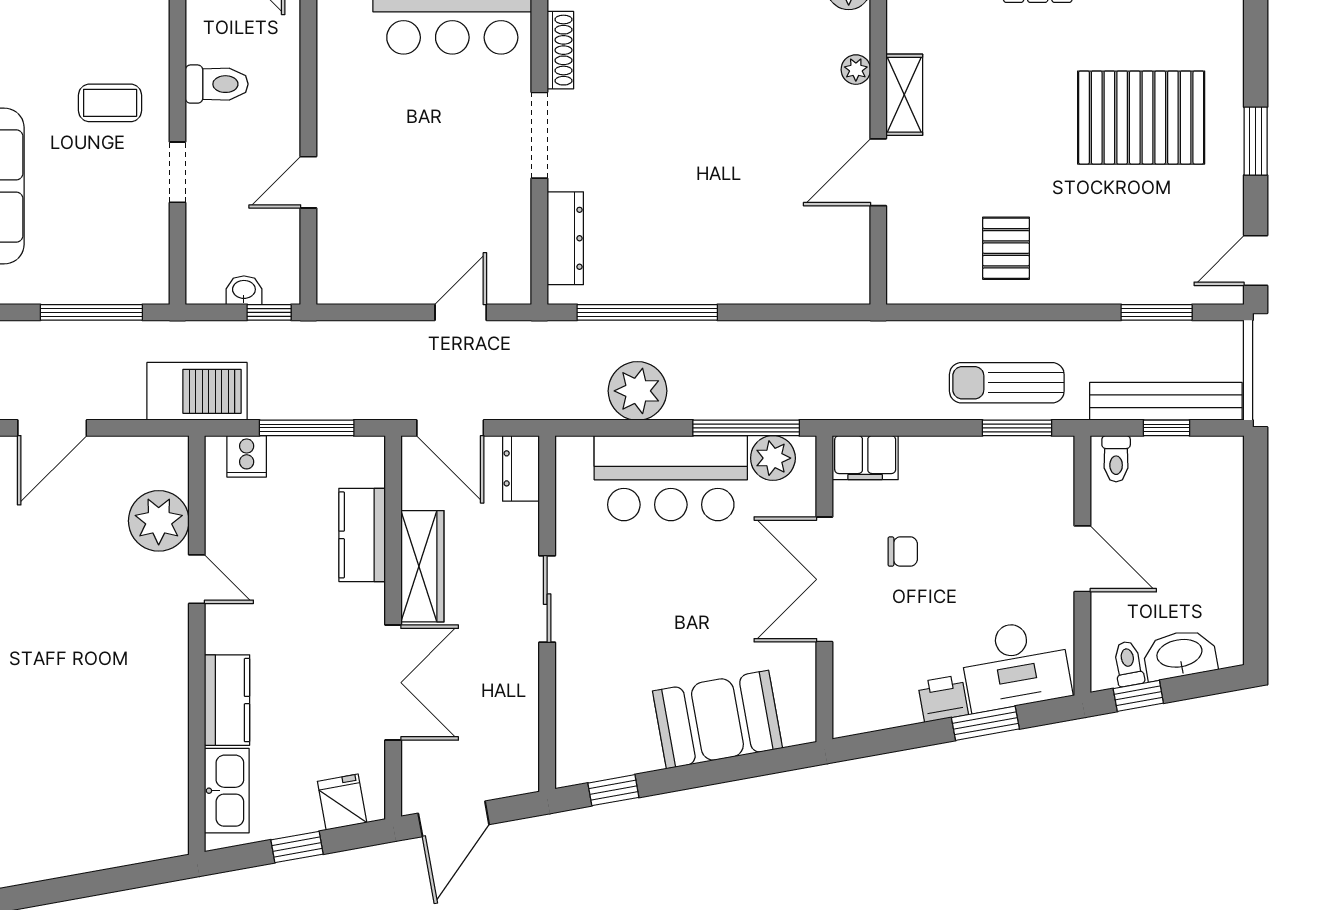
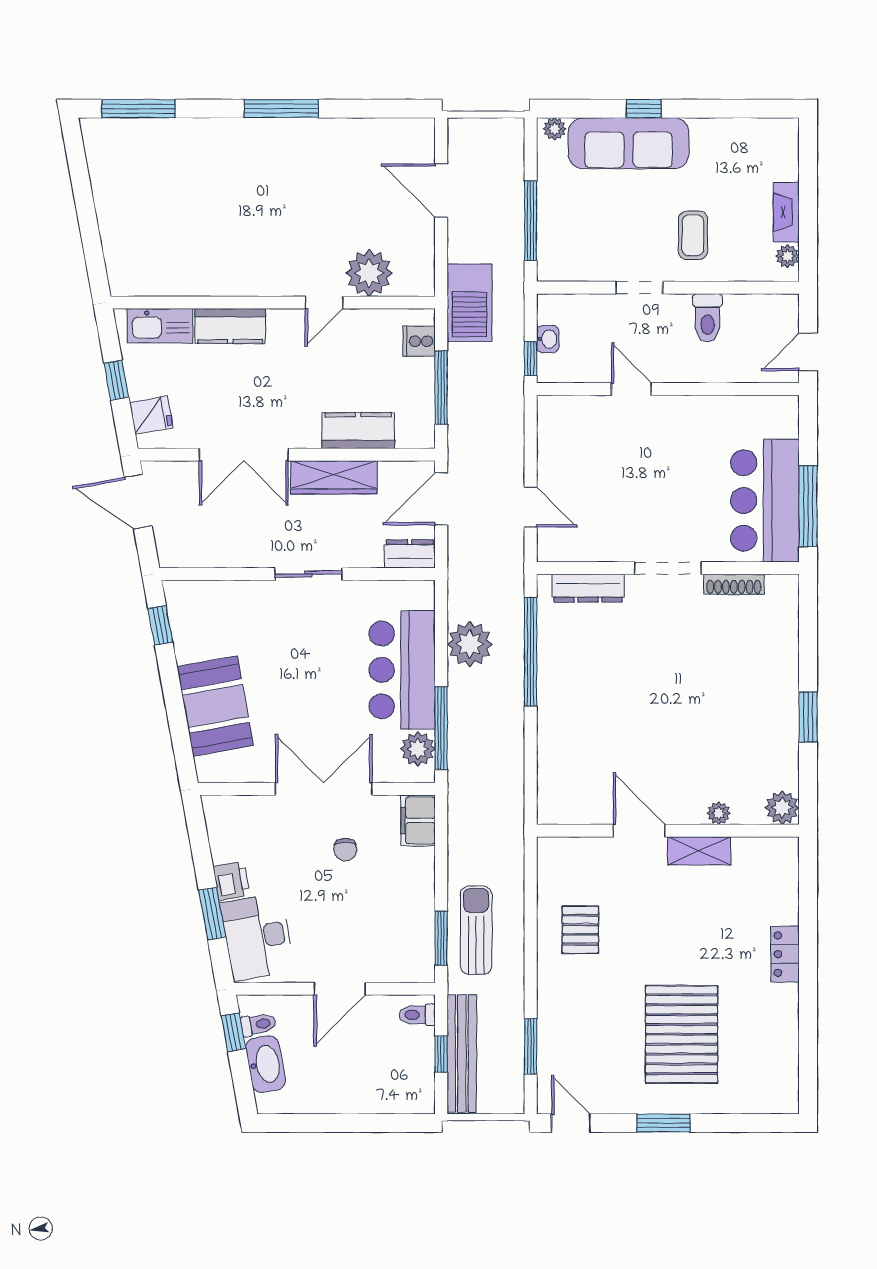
pallet: (1006, 248) -> (580, 930), turned 90

